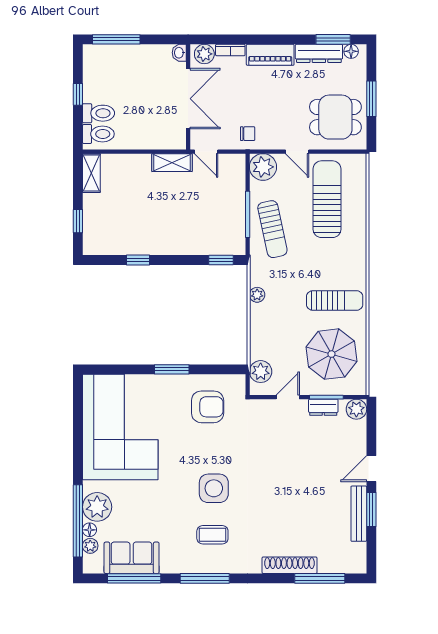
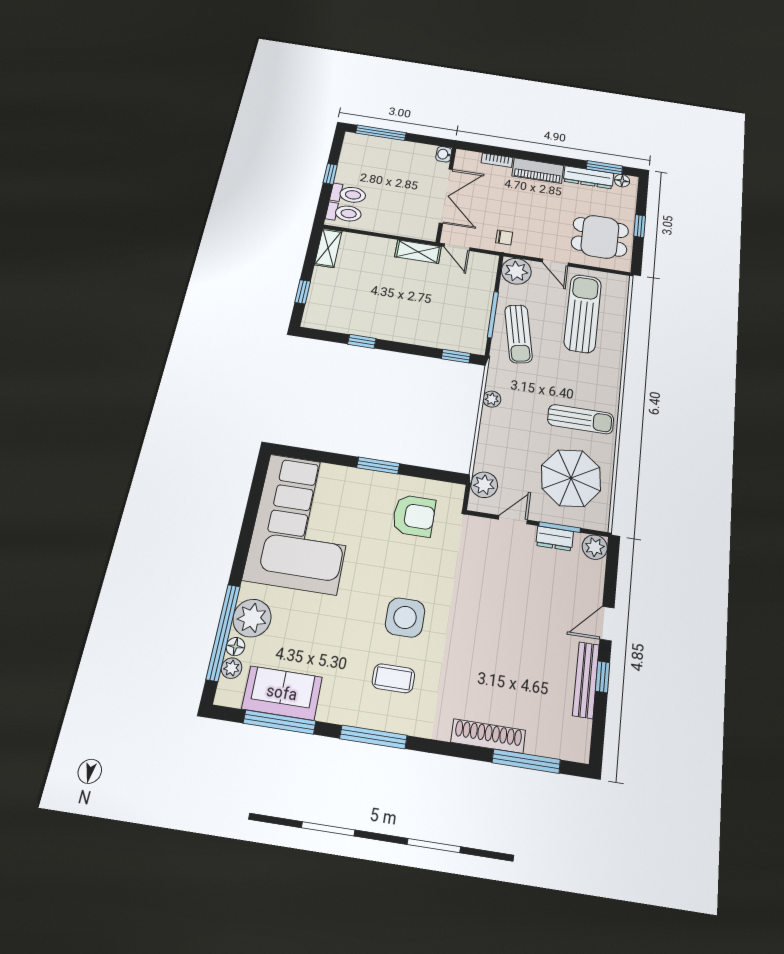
plant: (204, 54) -> (470, 159), removed
window: (371, 99) -> (640, 226), width x0.67
window: (371, 509) -> (603, 677), width x0.67

